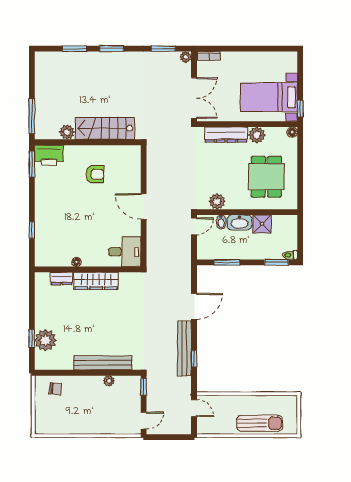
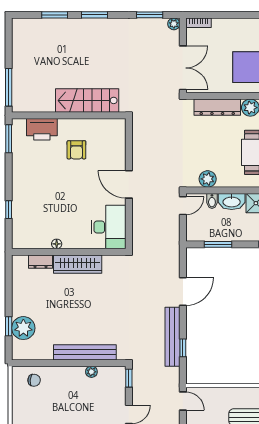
plant: (67, 132) -> (47, 104), removed
printer: (49, 155) -> (42, 129), moved
armchair: (95, 174) -> (76, 150), turned 90
desk: (125, 252) -> (109, 227), width x1.37

